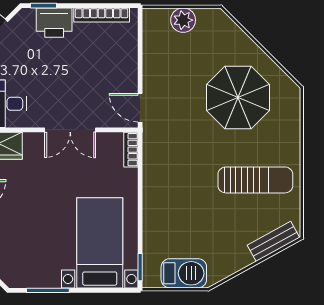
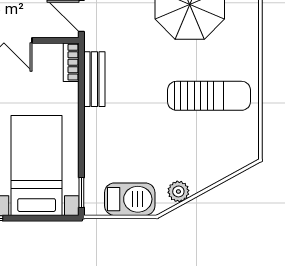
bench: (273, 241) -> (94, 79), moved, turned -61
plant: (228, 266) -> (178, 191), added

